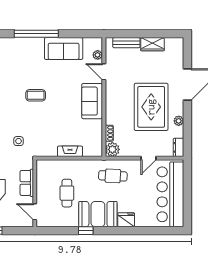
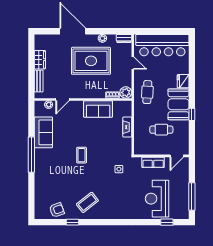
sofa: (92, 101) -> (98, 109), moved

